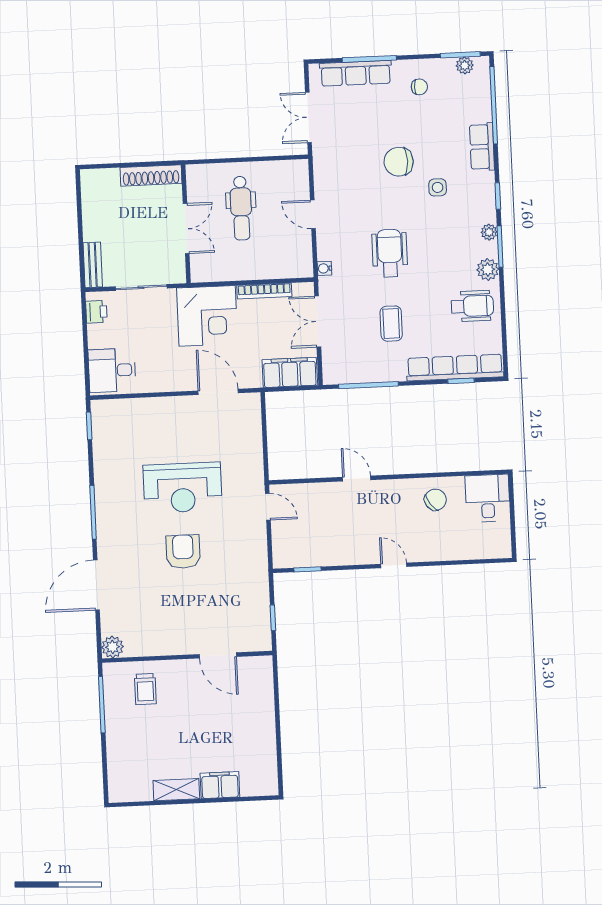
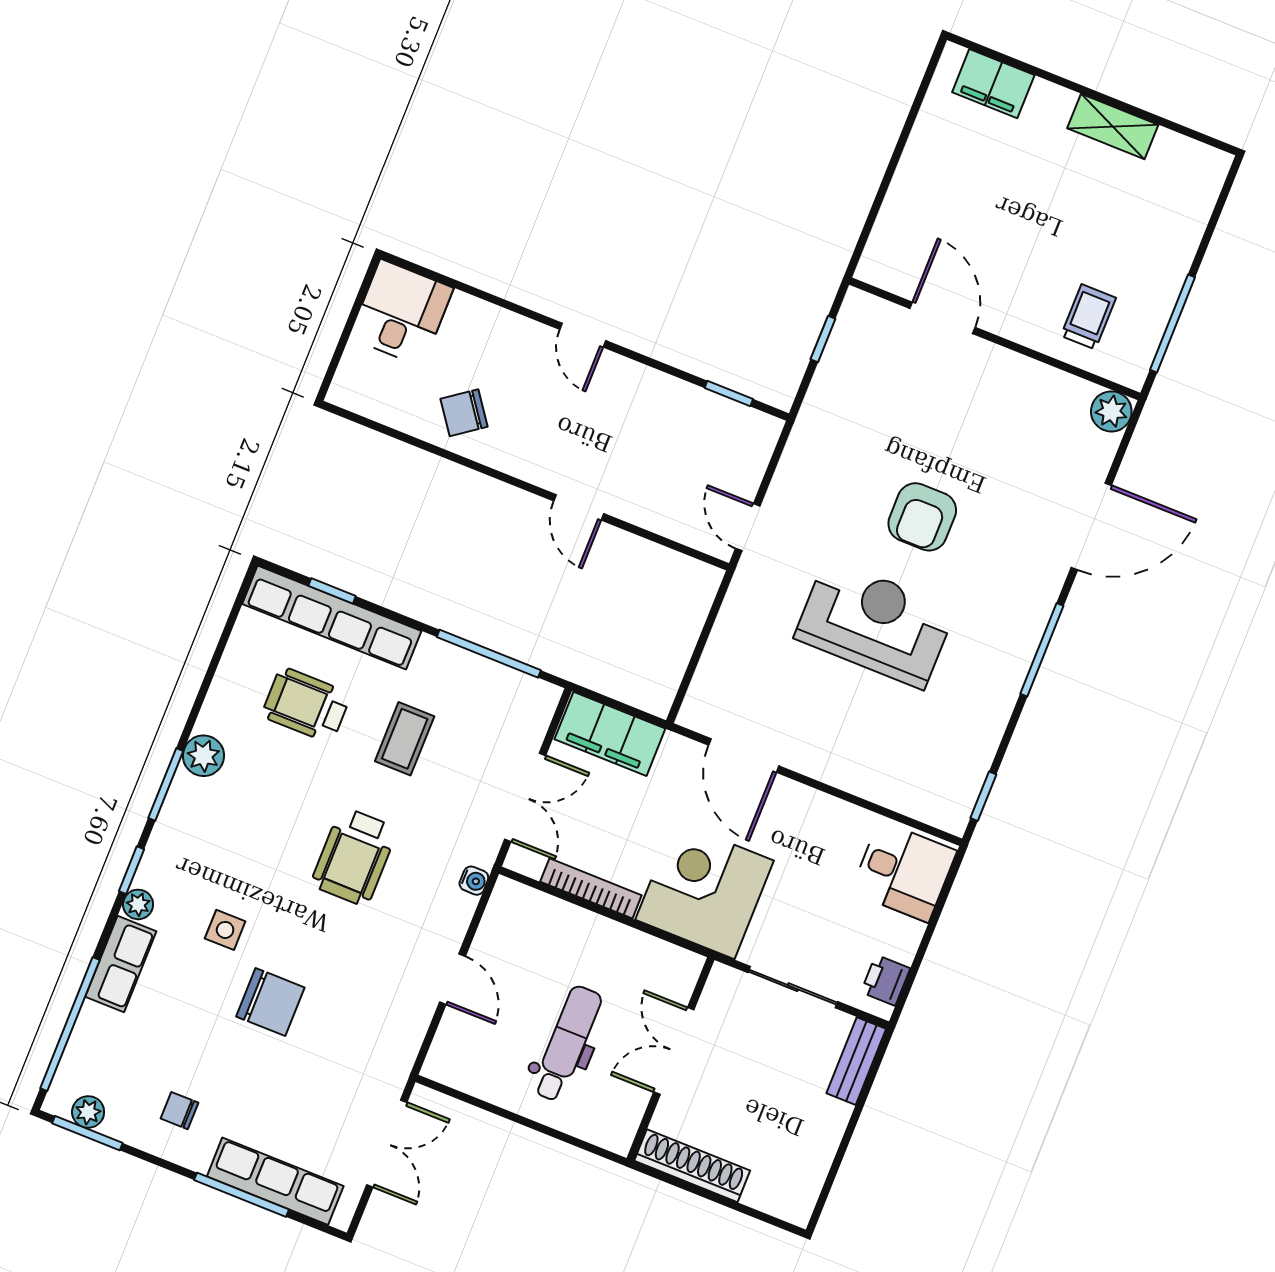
plant: (489, 232) -> (138, 904), moved
wheelchair: (472, 306) -> (306, 705), moved
desk: (488, 498) -> (401, 313), moved, turned 180
filing cabinet: (220, 785) -> (993, 84), moved

